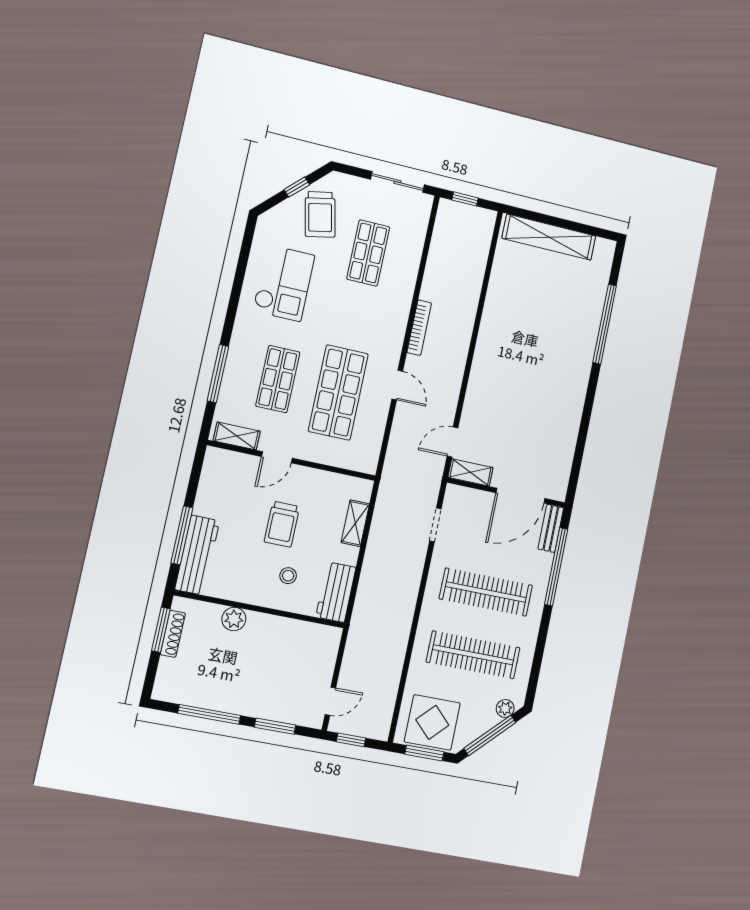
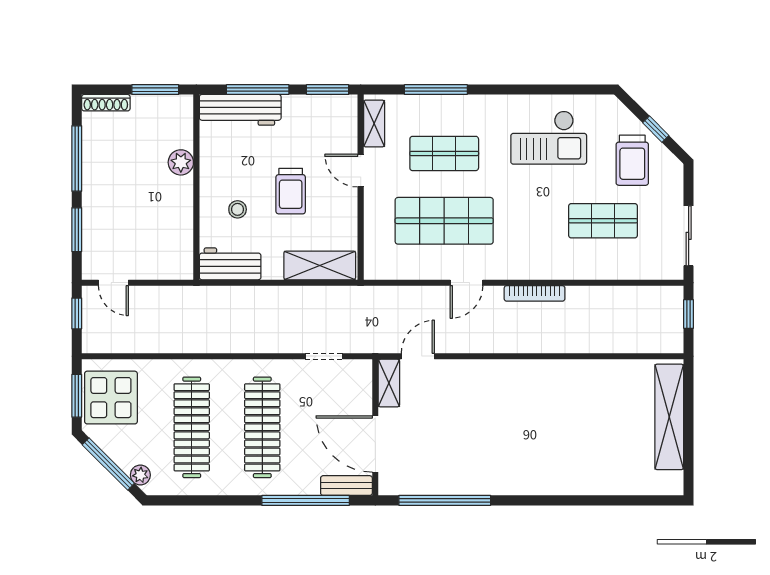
trolley: (320, 214) -> (632, 160), turned -78
window: (605, 324) -> (445, 500), moved
door: (453, 442) -> (418, 356), hinge flipped
window: (196, 472) -> (328, 90), added
shelving: (355, 523) -> (320, 265), width x1.50, depth x1.33
trolley: (282, 524) -> (291, 191), turned -90
shoe rack: (173, 634) -> (106, 103), moved

